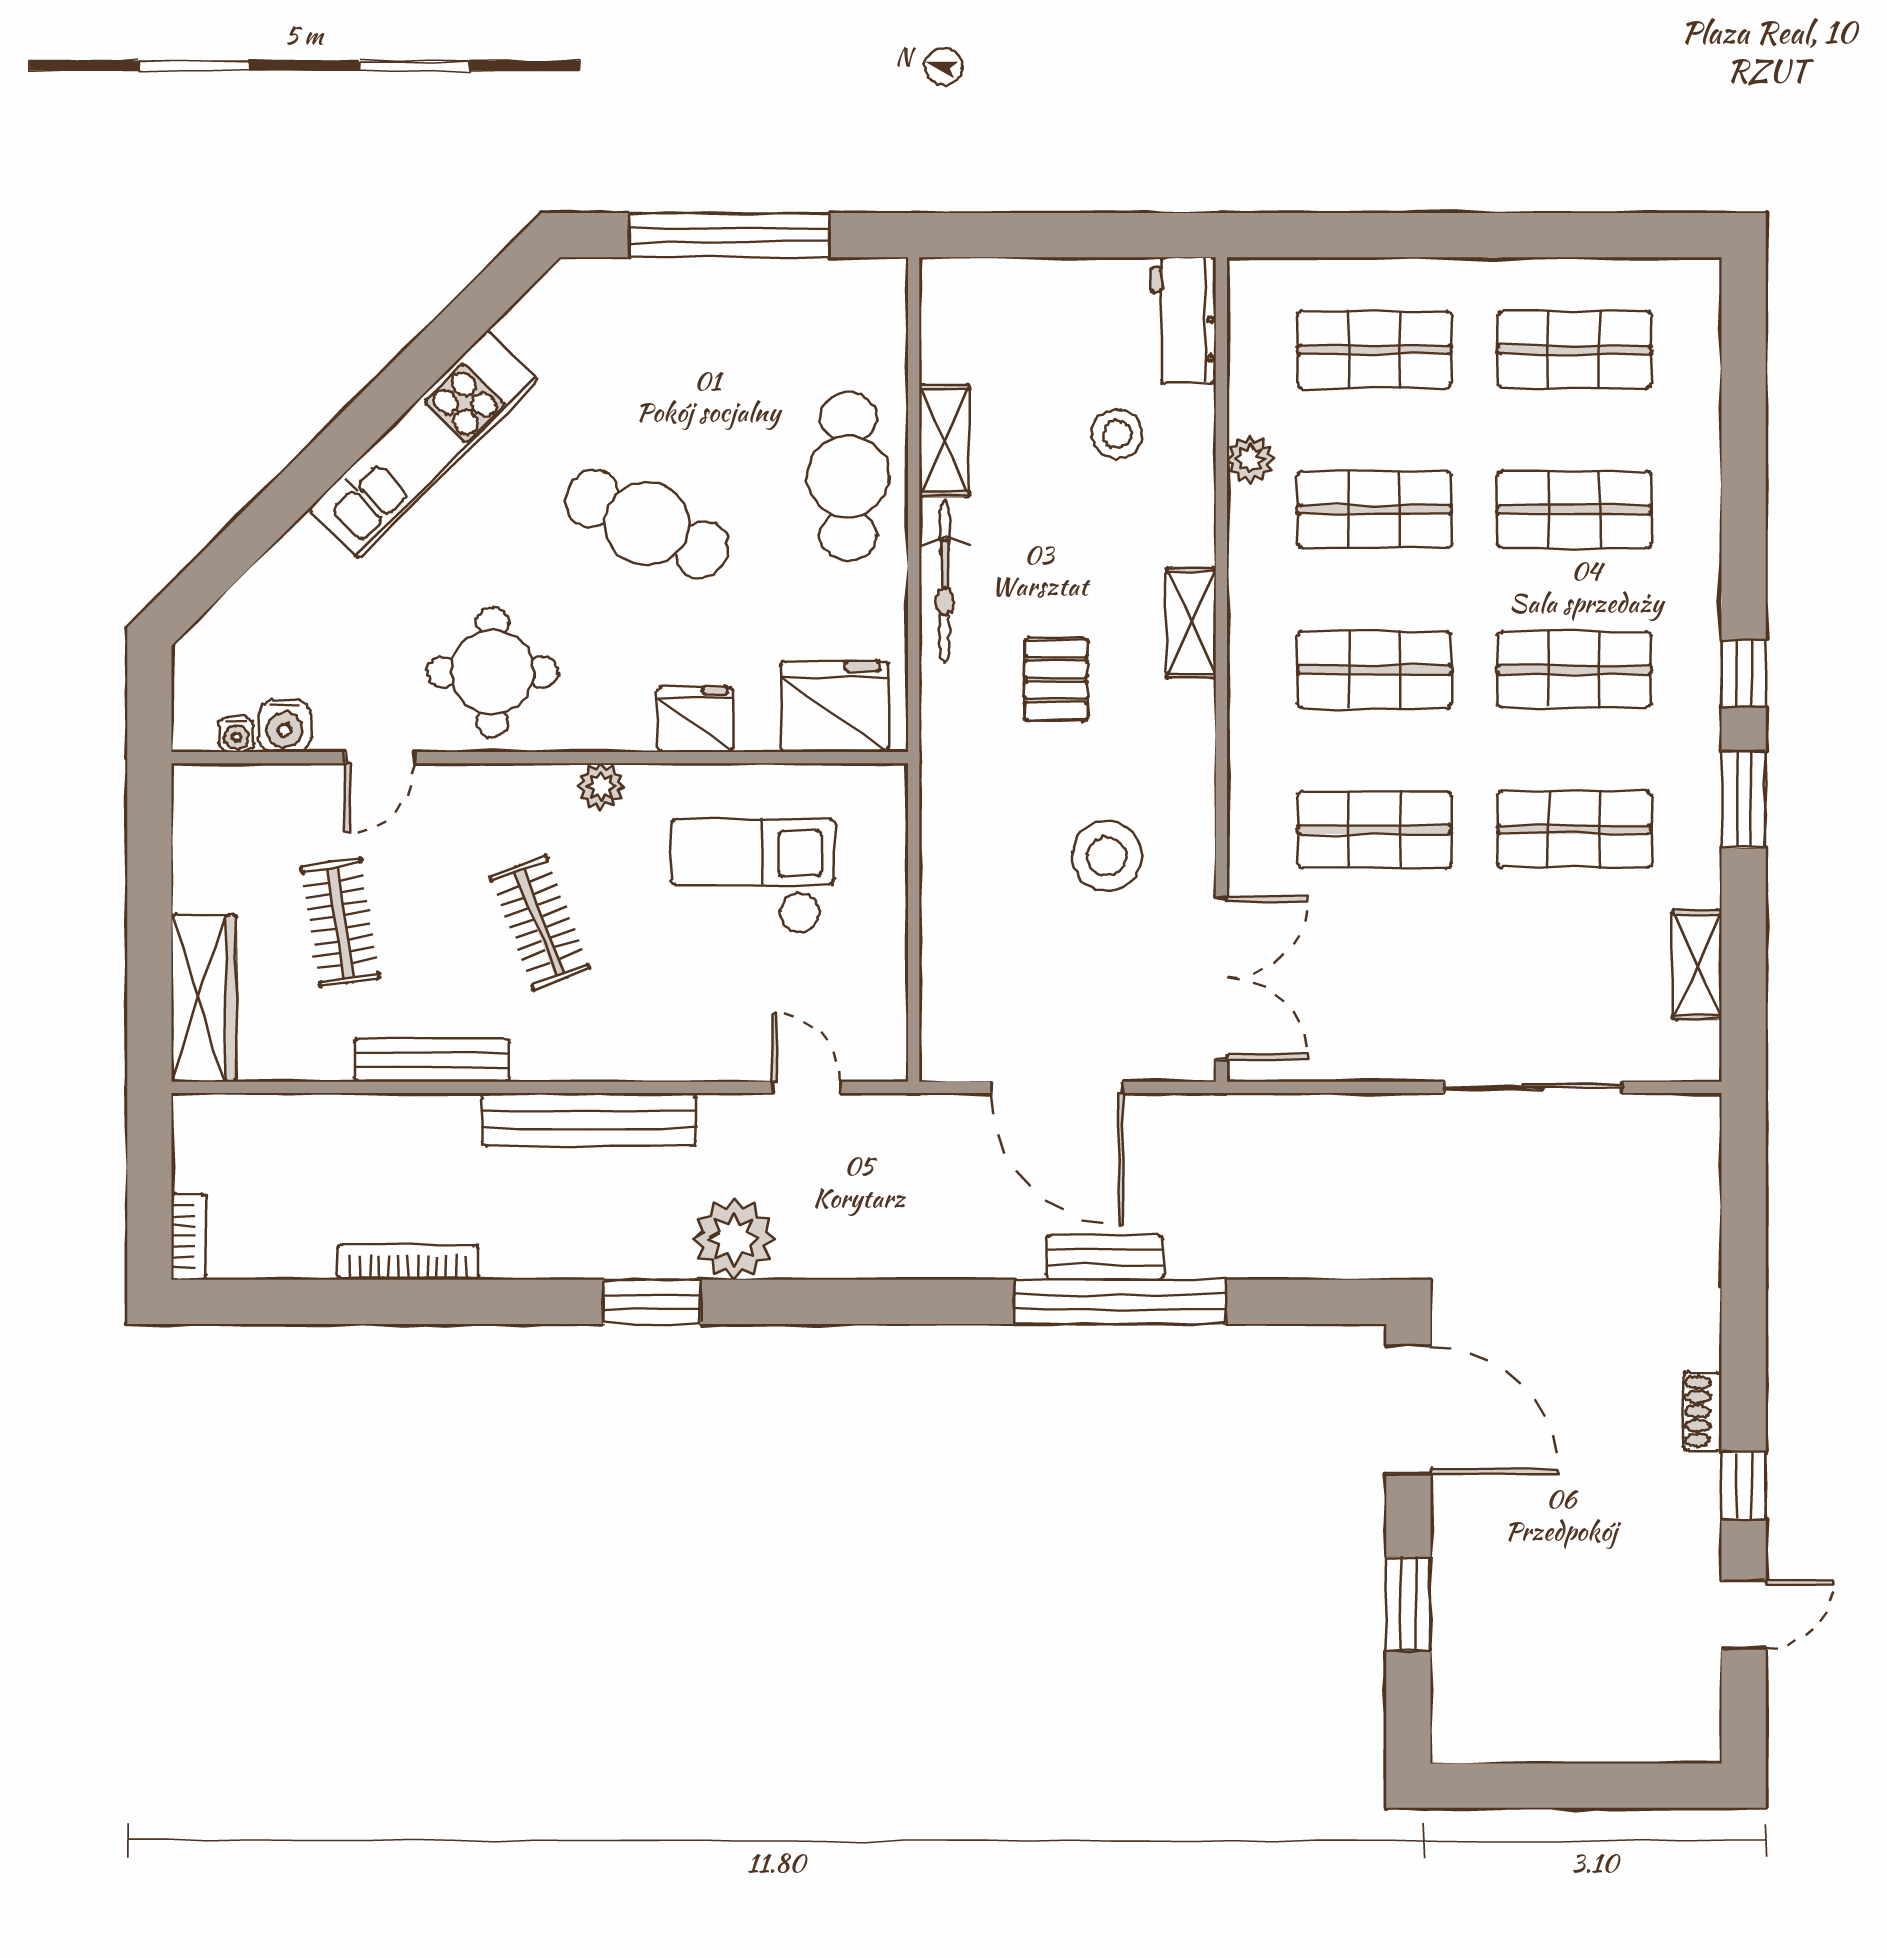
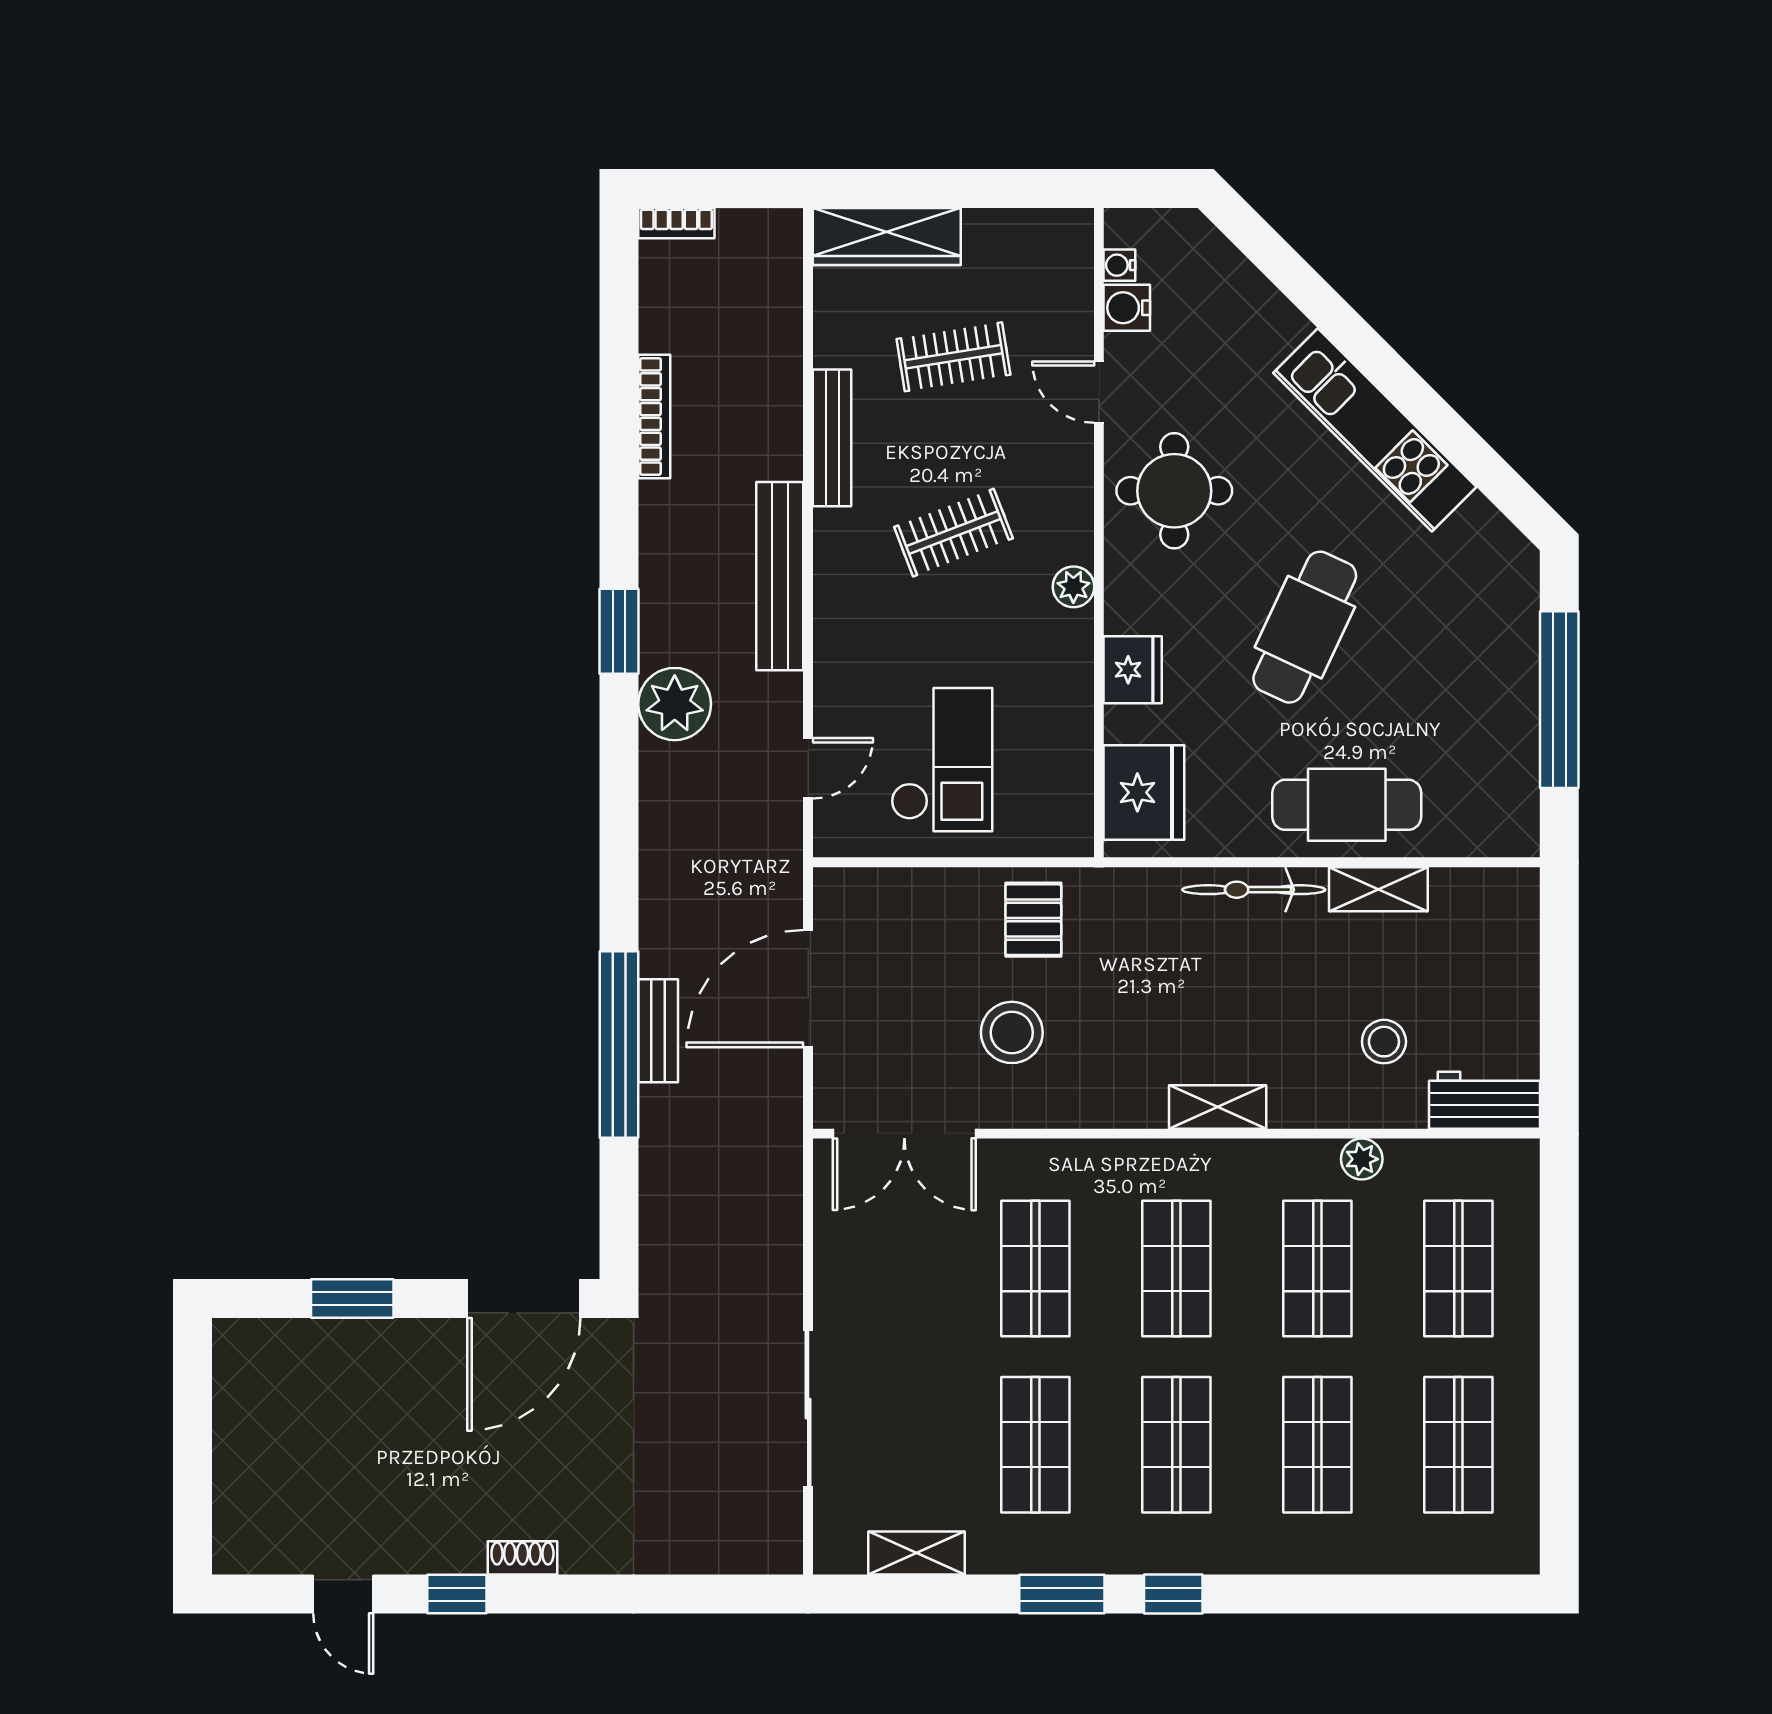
pallet: (1056, 680) -> (1033, 920), moved, turned 90
checkout: (753, 876) -> (942, 760), moved

